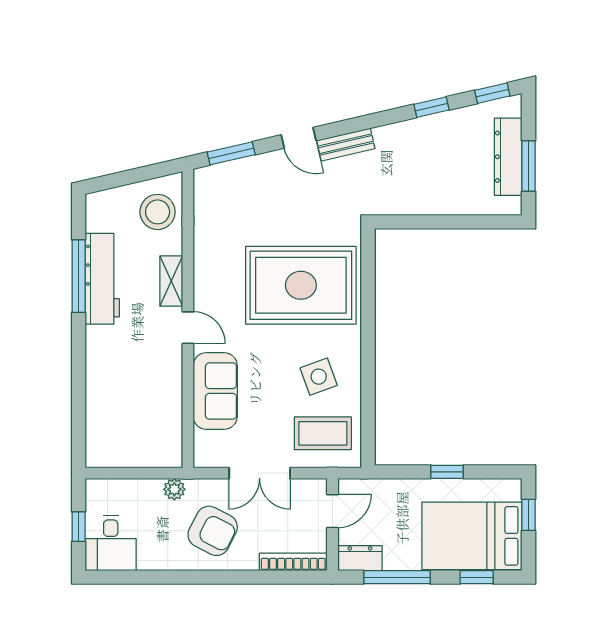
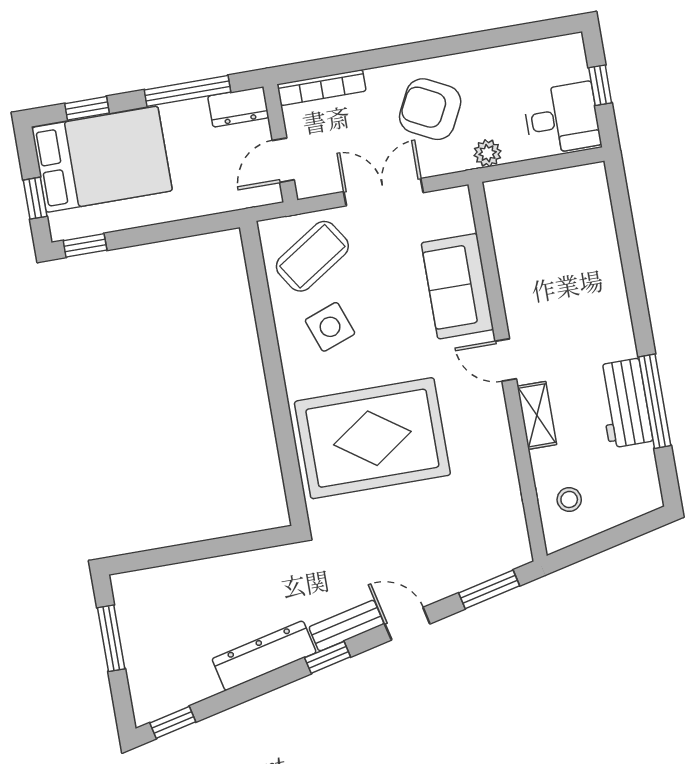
window: (432, 107) -> (328, 657), moved
dresser: (508, 157) -> (264, 656), moved, turned -103
stool: (158, 212) -> (569, 499), width x0.53, depth x0.53
workbench: (102, 279) -> (624, 403), width x0.73
coffee table: (323, 433) -> (312, 256), turned -33
window: (447, 472) -> (85, 245), moved
desk: (111, 543) -> (562, 119), moved, turned 90

